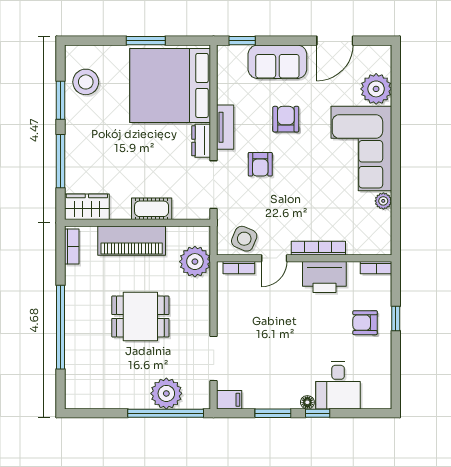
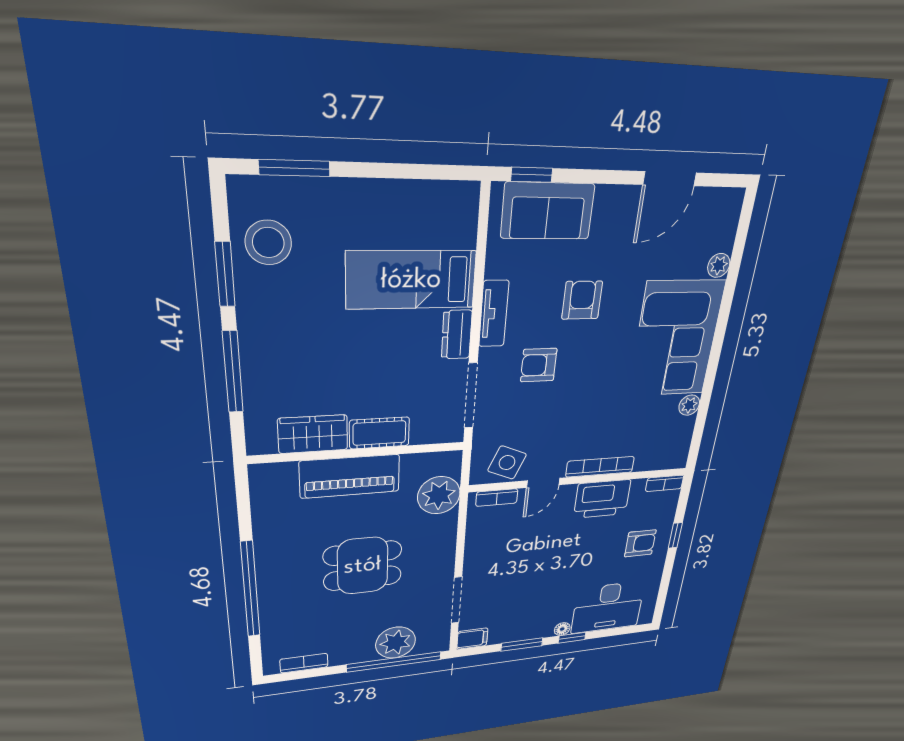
window: (146, 41) -> (295, 168), moved
sofa: (277, 62) -> (548, 211), moved
bed: (170, 85) -> (411, 280), width x0.49
plant: (376, 89) -> (719, 265), width x0.53, depth x0.53
armchair: (260, 164) -> (539, 365), turned 90
wardrobe: (87, 207) -> (313, 434), moved
bookcase: (72, 247) -> (304, 663), moved, turned -90
armchair: (365, 323) -> (640, 543), turned 180
desk: (338, 385) -> (608, 607), width x1.37

